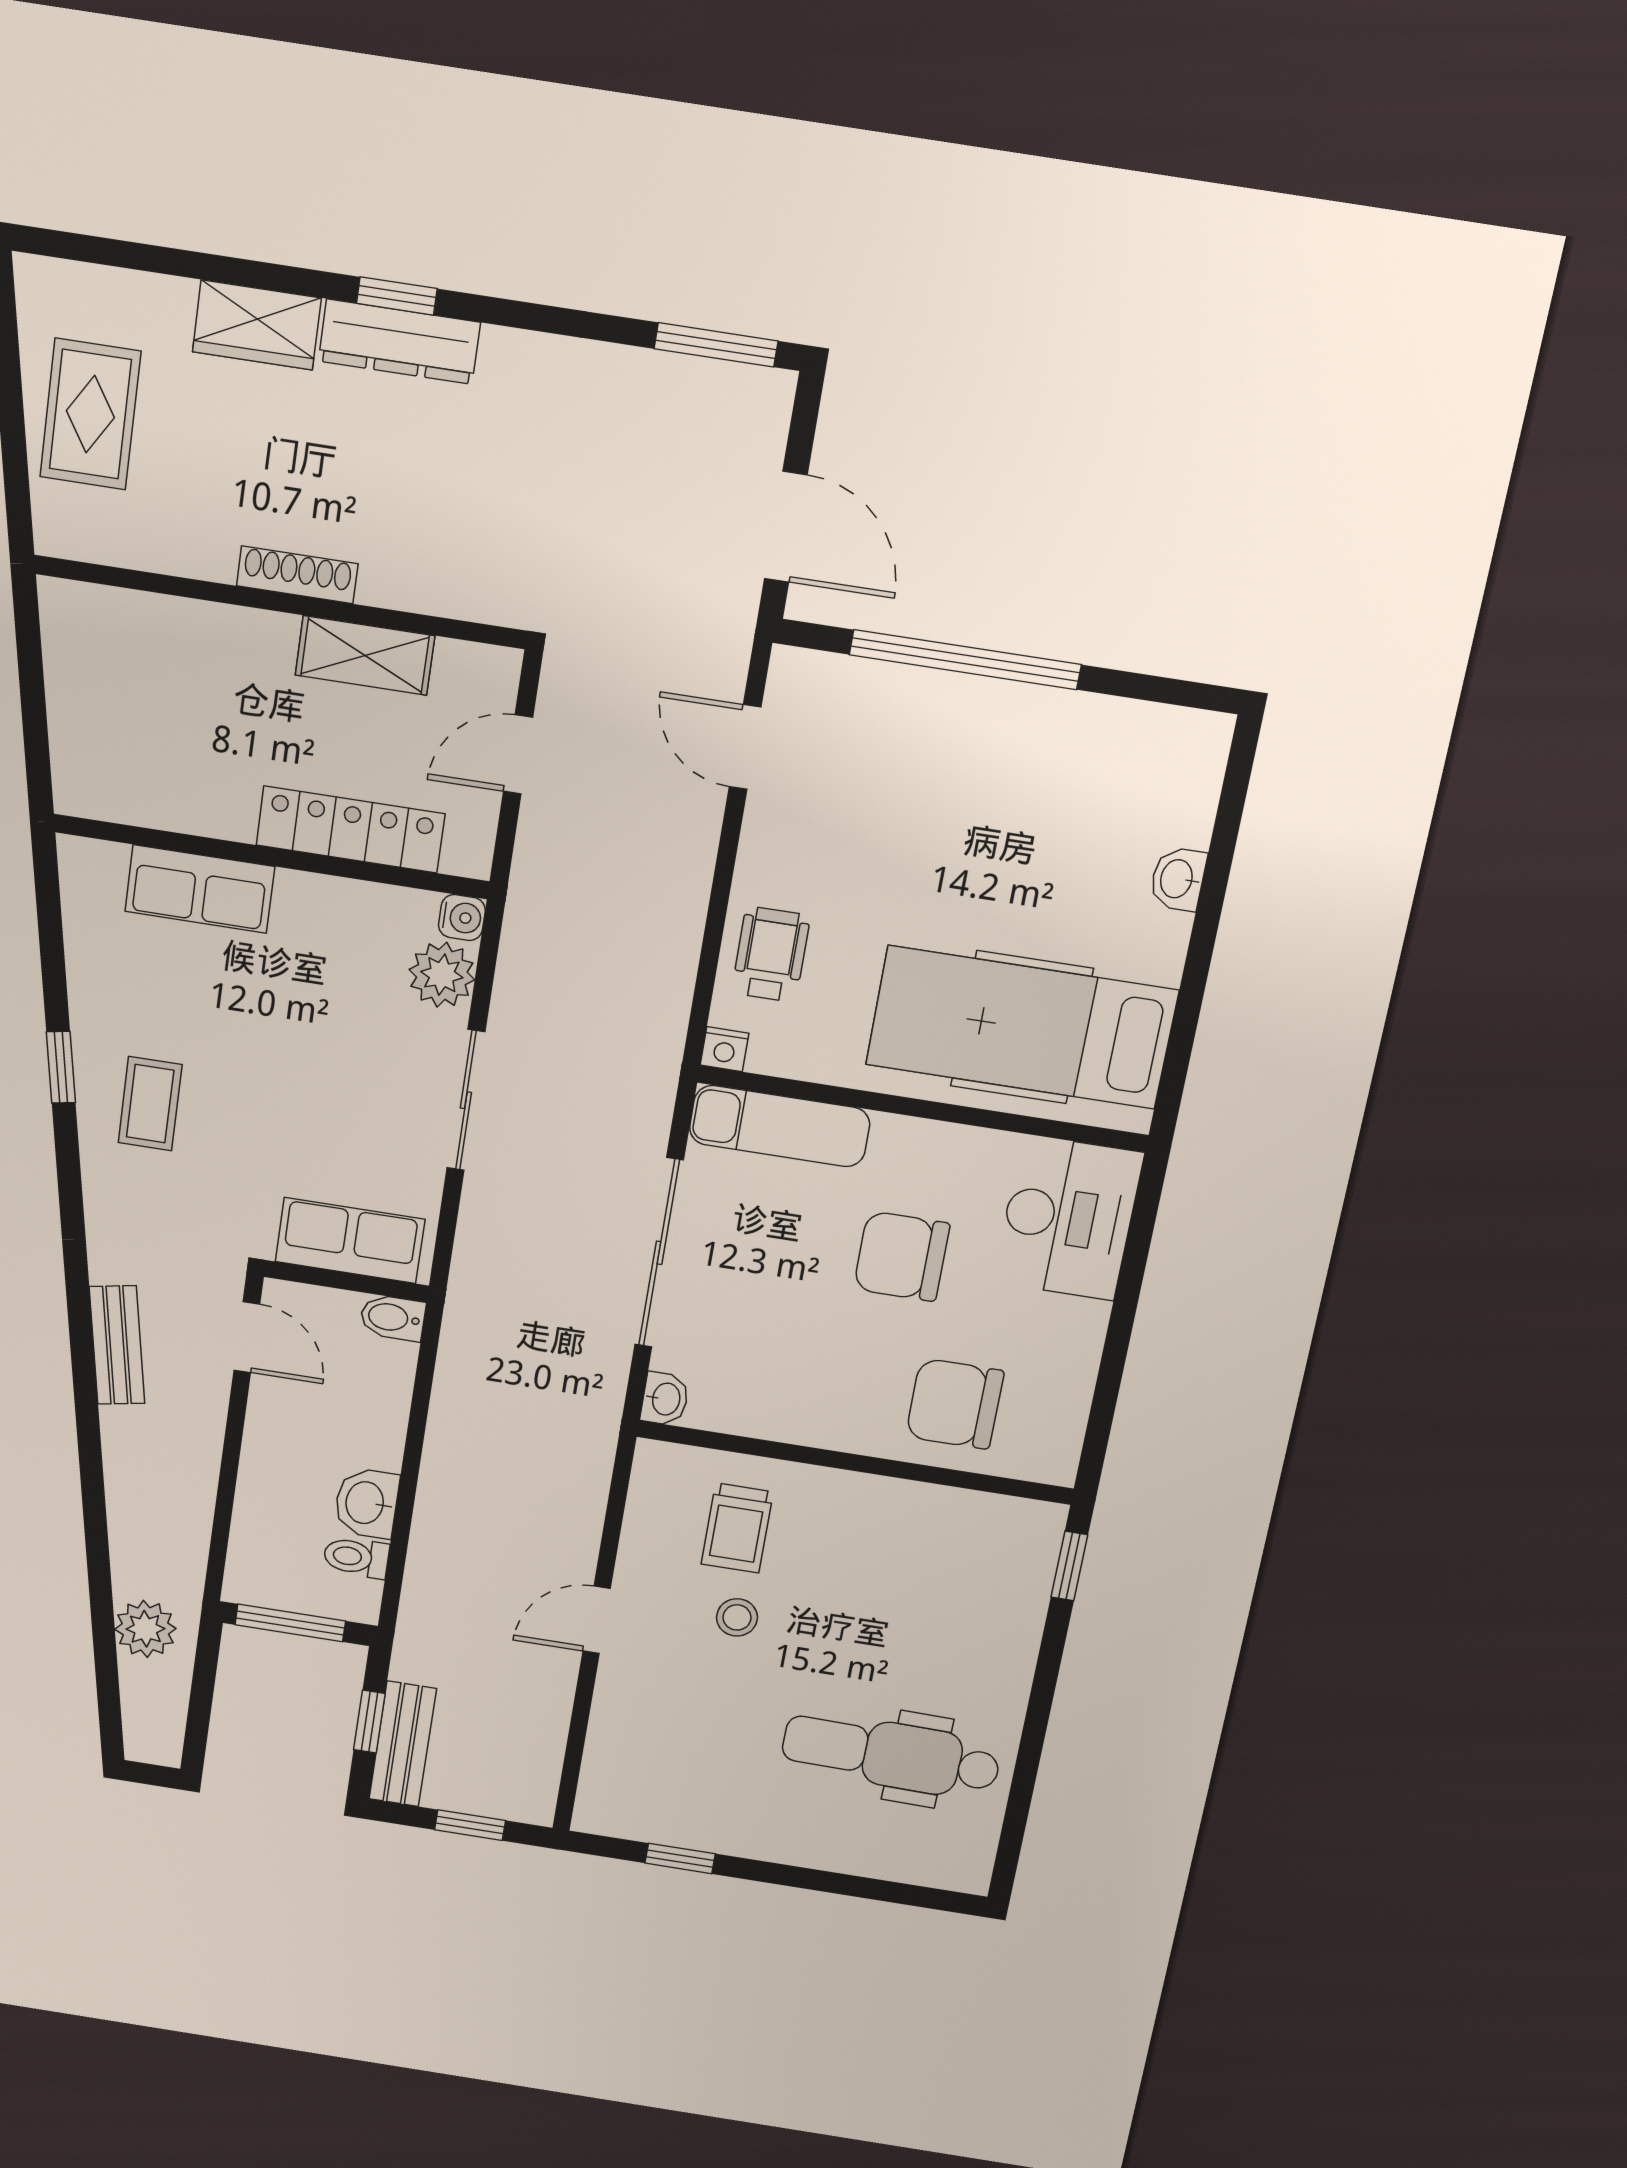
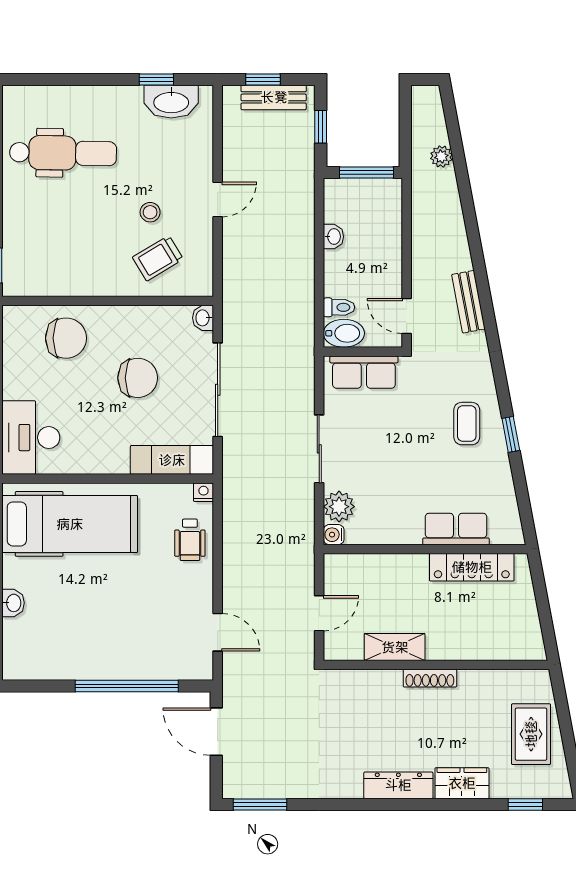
window: (397, 296) -> (525, 804), moved
locker: (350, 829) -> (472, 567), moved
chair: (902, 1256) -> (138, 378), moved
bidet: (393, 1318) -> (344, 333), width x1.38, depth x1.36
washbasin: (366, 1503) -> (333, 237), width x0.72, depth x0.69
trolley: (737, 1528) -> (158, 258), turned -121
toilet: (356, 1557) -> (339, 307), moved
plant: (145, 1629) -> (441, 156), width x0.73, depth x0.73
bench: (403, 1744) -> (274, 97), moved, turned 90
washbasin: (658, 1814) -> (171, 102), added

